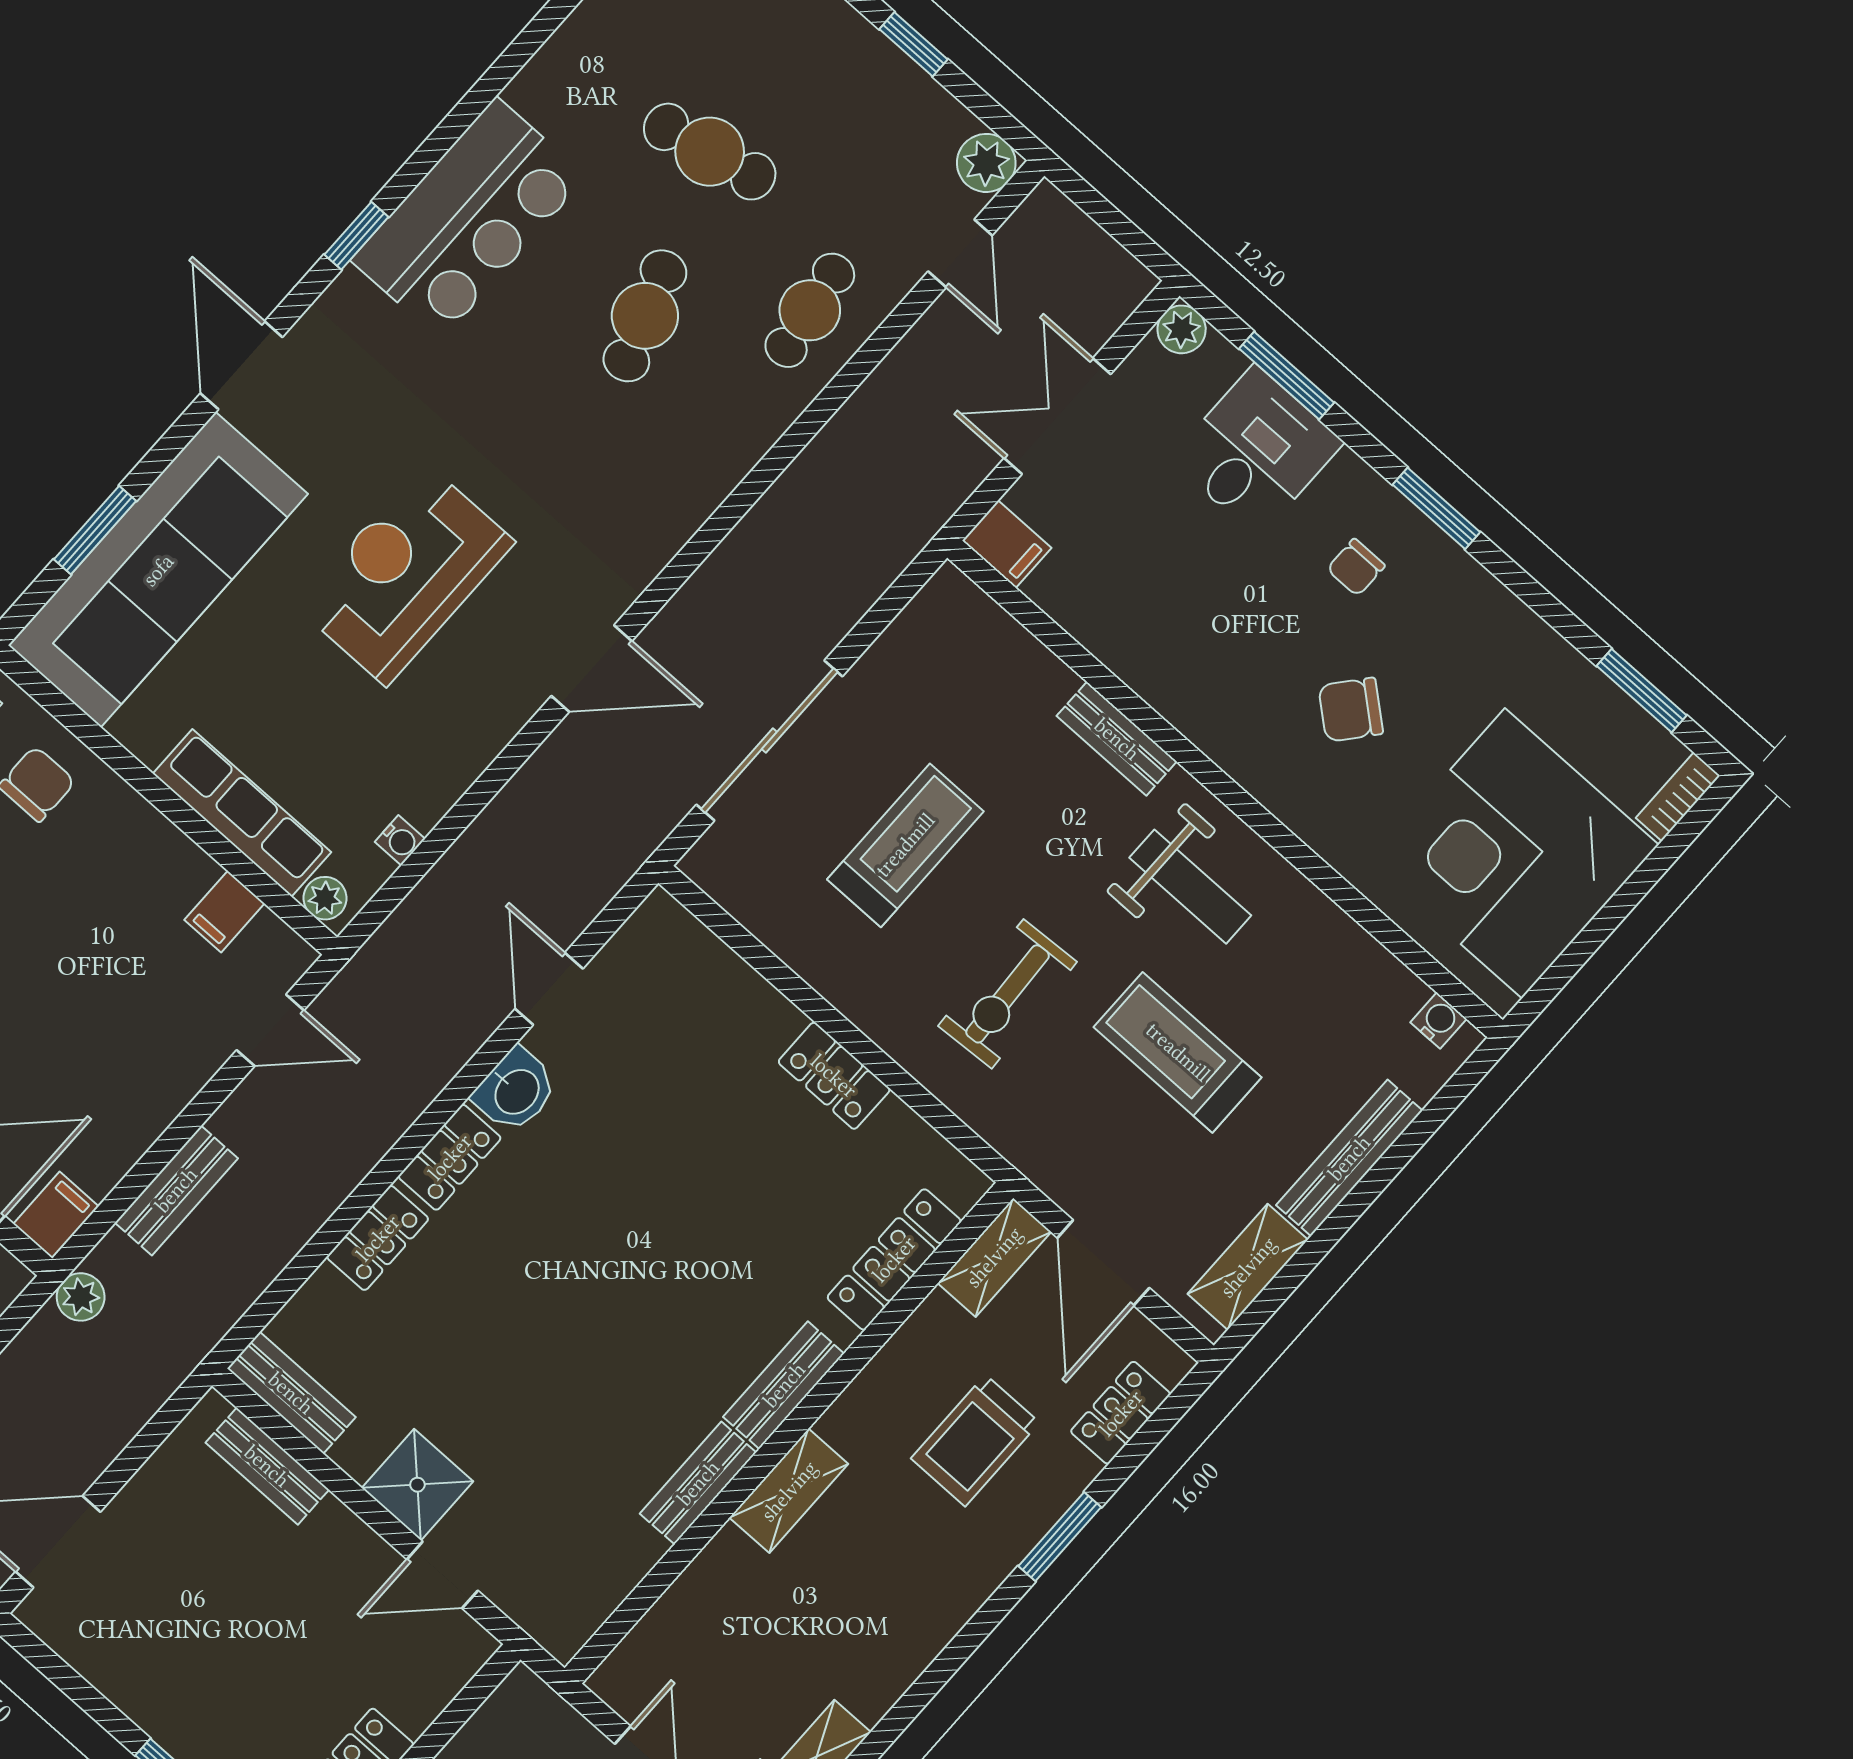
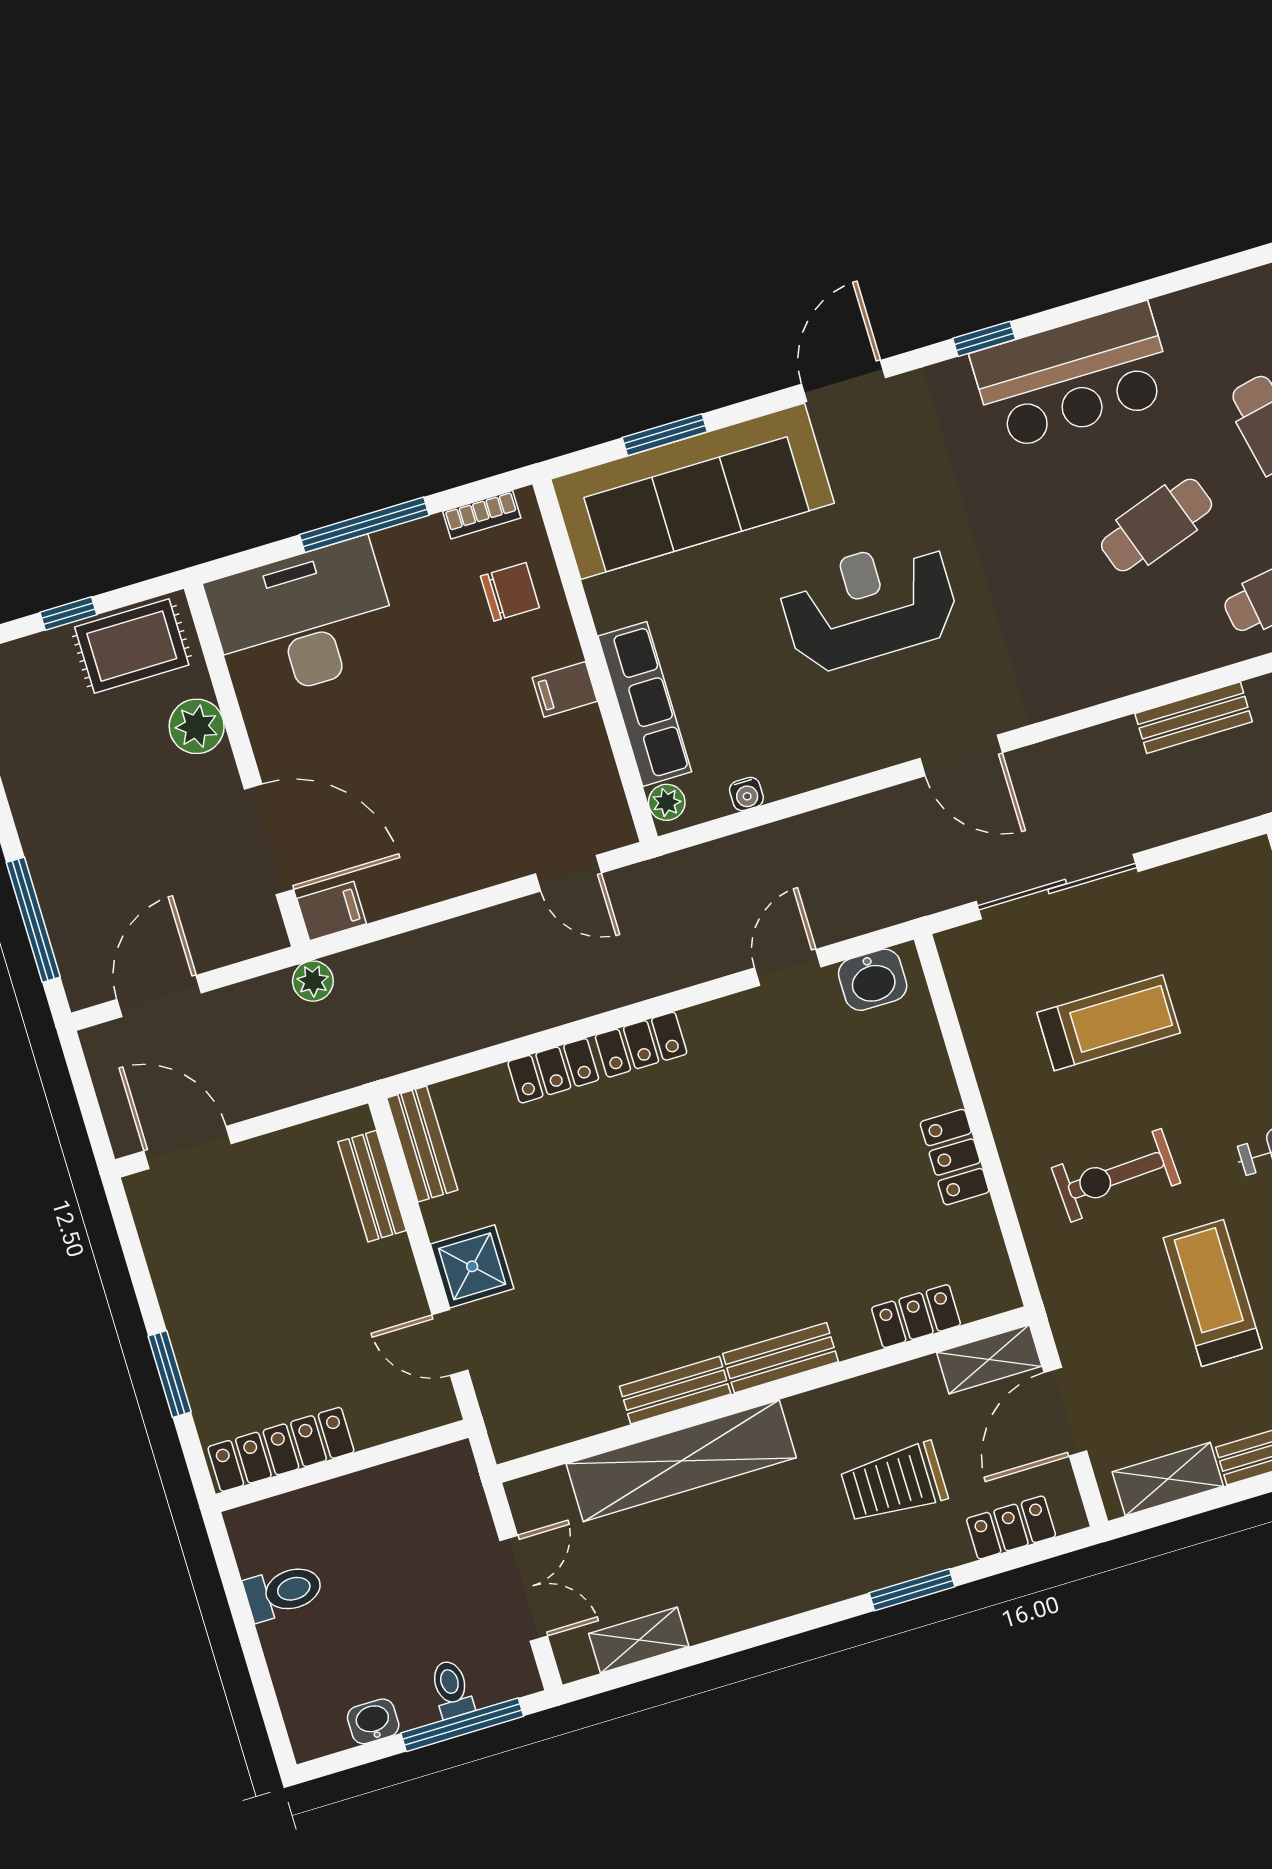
filing cabinet: (224, 912) -> (565, 689), moved
washbasin: (516, 1091) -> (873, 980), moved
bench: (176, 1190) -> (1194, 718), moved
locker: (894, 1259) -> (916, 1316), width x0.66
shelving: (789, 1491) -> (681, 1461), width x2.20, depth x1.33

